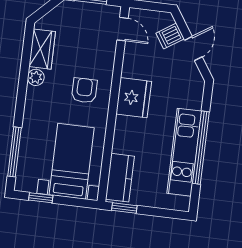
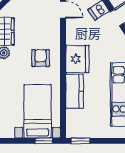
kitchen counter: (120, 178) -> (75, 91), moved
window: (41, 198) -> (44, 141), moved

